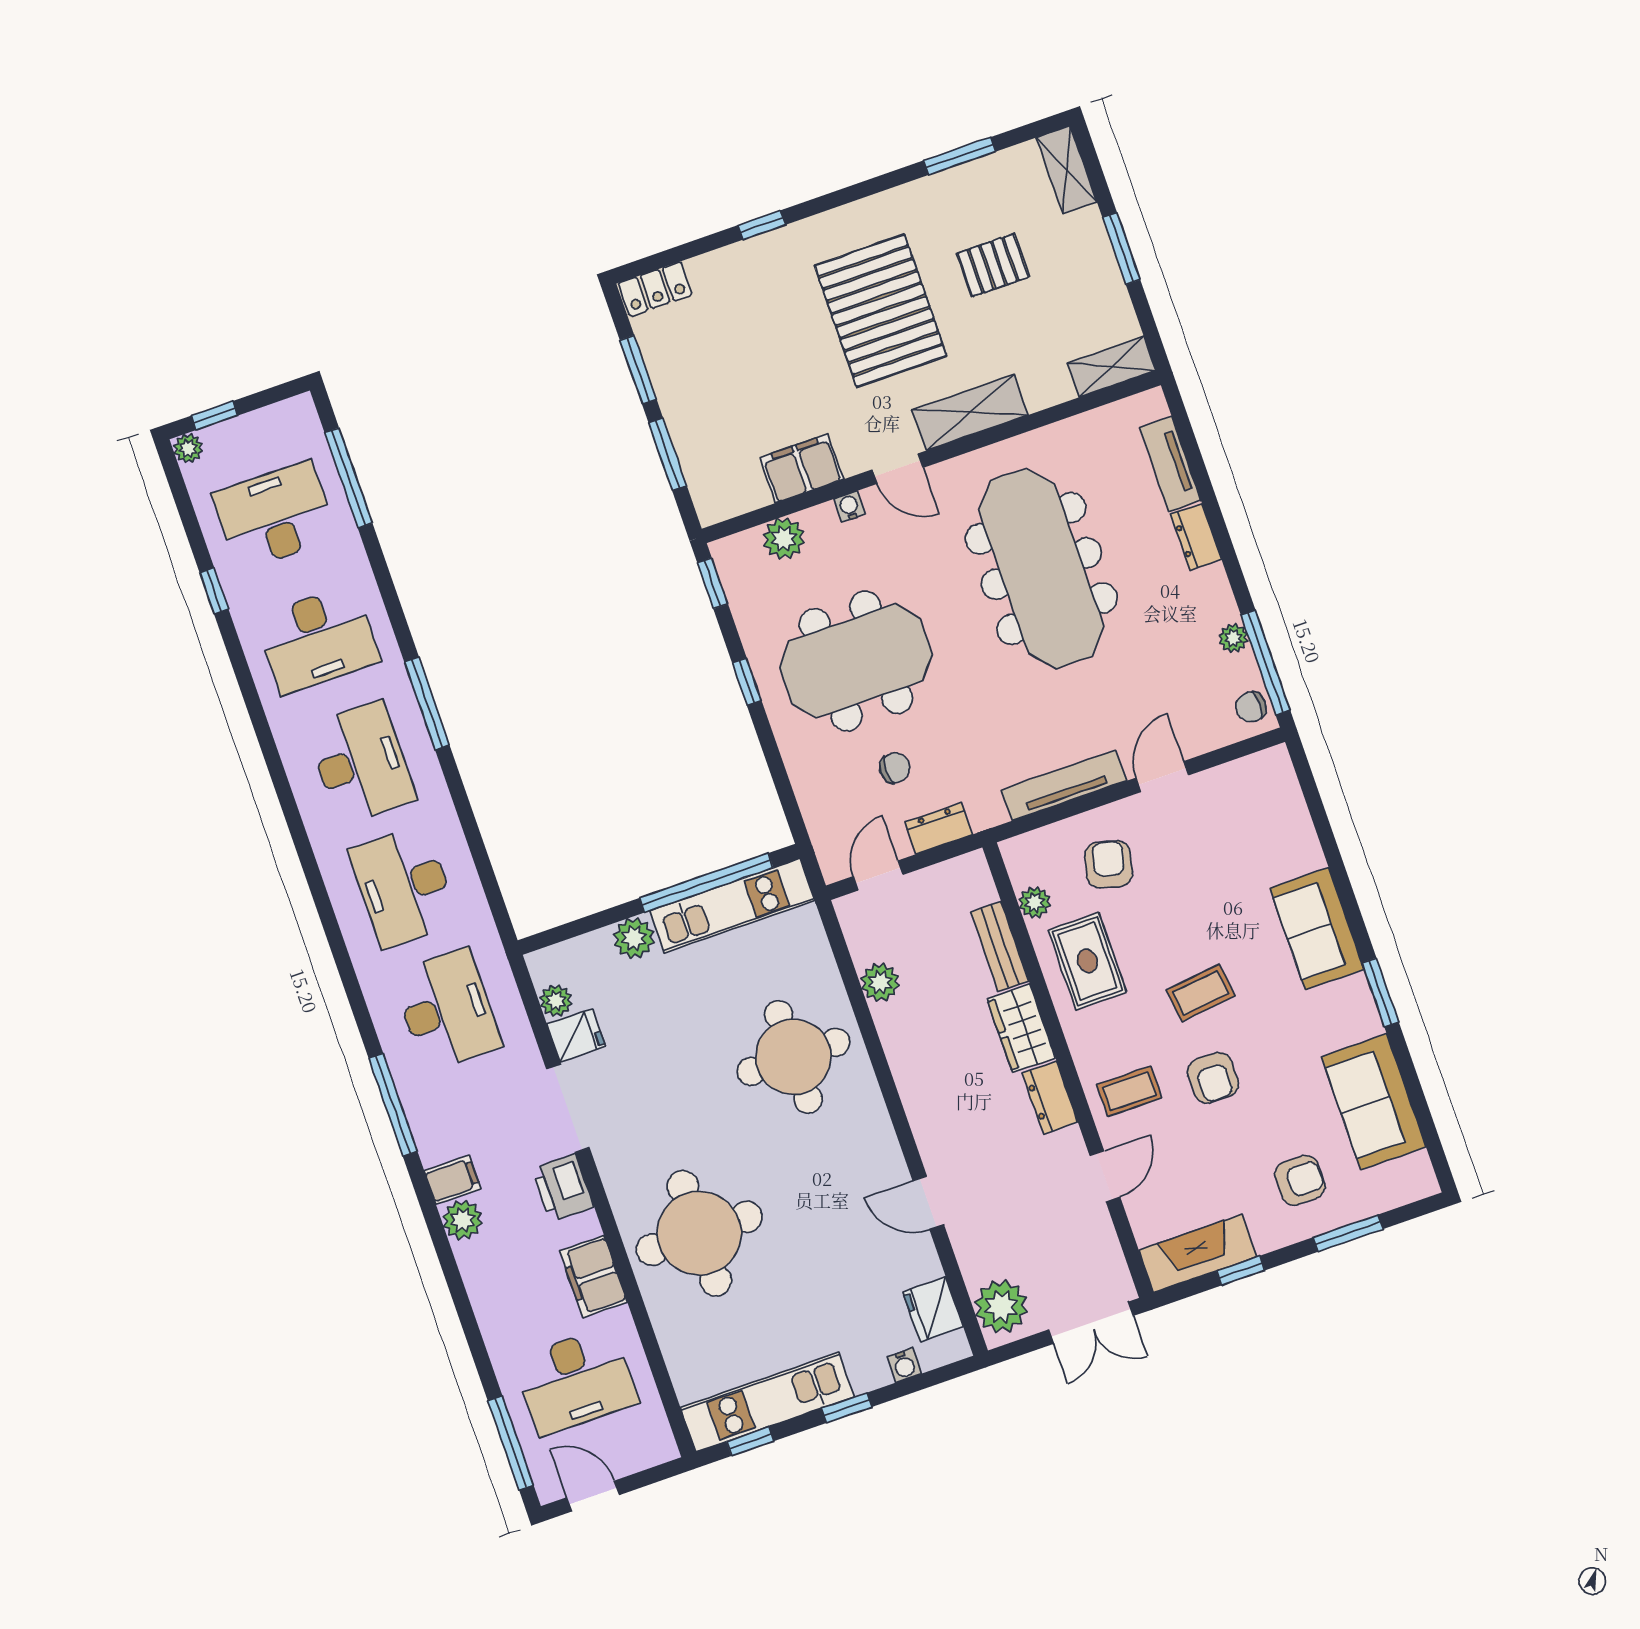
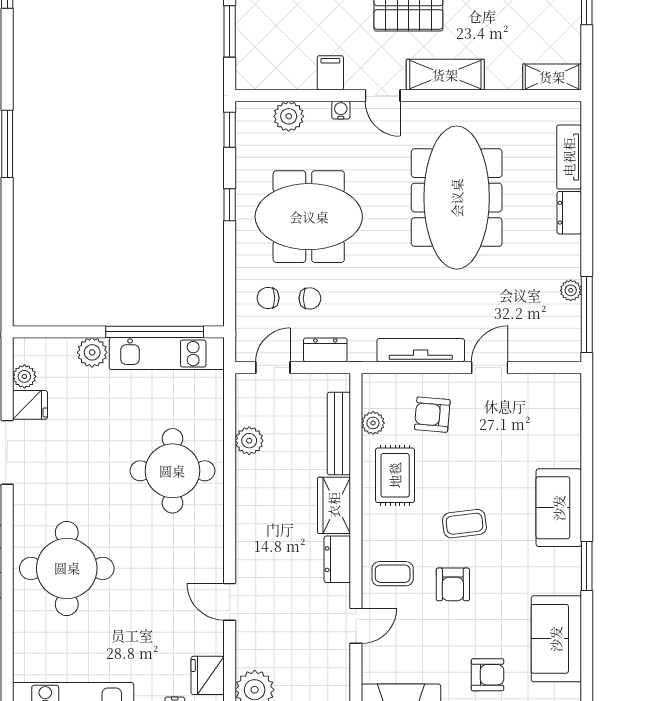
filing cabinet: (802, 468) -> (330, 73), width x0.50
chair: (1251, 707) -> (268, 298), moved
armchair: (1109, 864) -> (432, 415), turned -99
bench: (1000, 946) -> (339, 434), width x1.36

